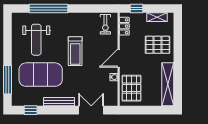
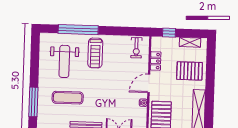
locker: (124, 26) -> (156, 61), moved
treadmill: (75, 51) -> (95, 53), moved
exercise mat: (41, 75) -> (68, 98), width x0.50, depth x0.69

